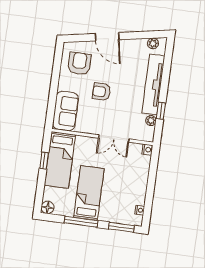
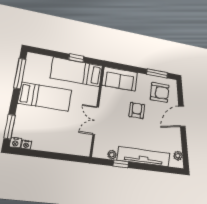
window: (57, 66) -> (157, 73), added
nightstand: (147, 150) -> (15, 143), moved
floor lamp: (48, 207) -> (32, 59), removed
window: (81, 222) -> (20, 74), moved

